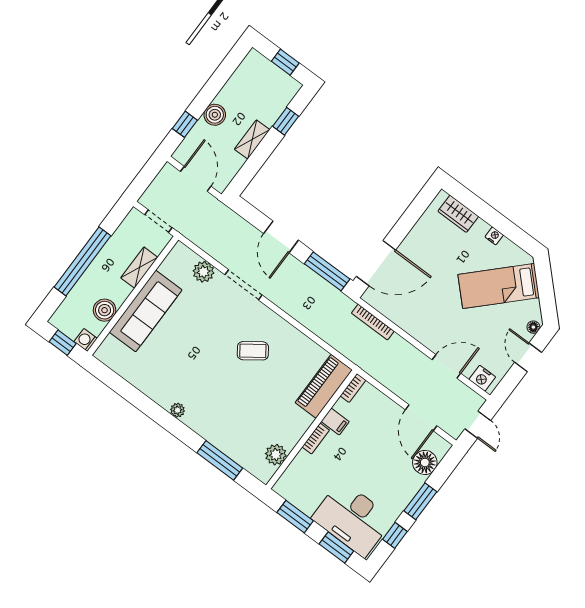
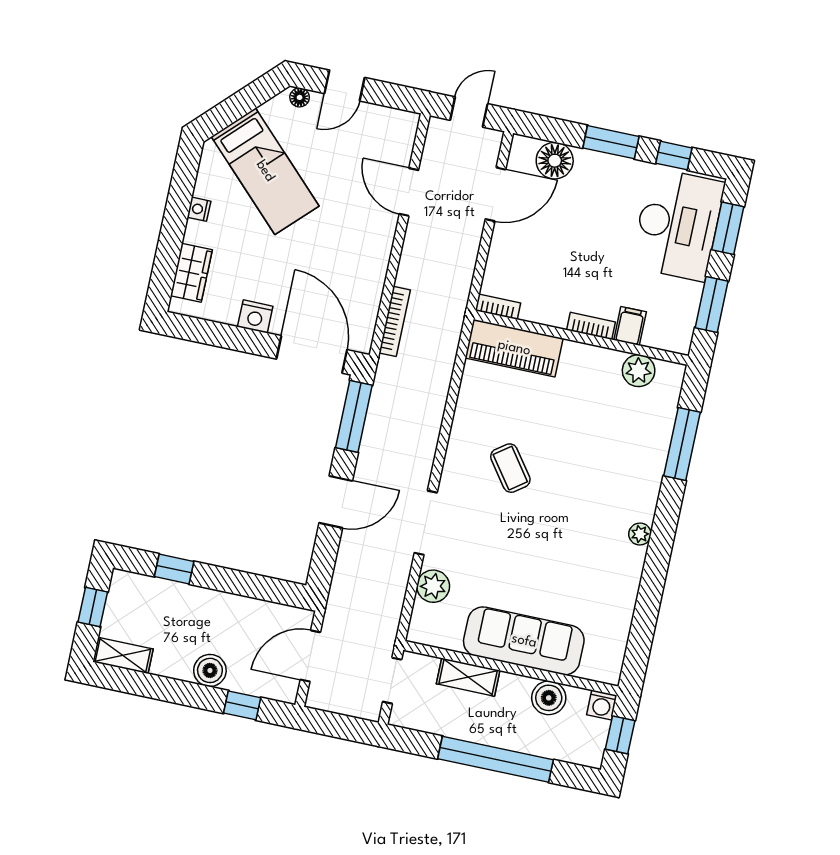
shelving: (252, 139) -> (123, 655), moved
nightstand: (482, 378) -> (255, 317), moved, turned 90
filing cabinet: (335, 422) -> (630, 326), moved

